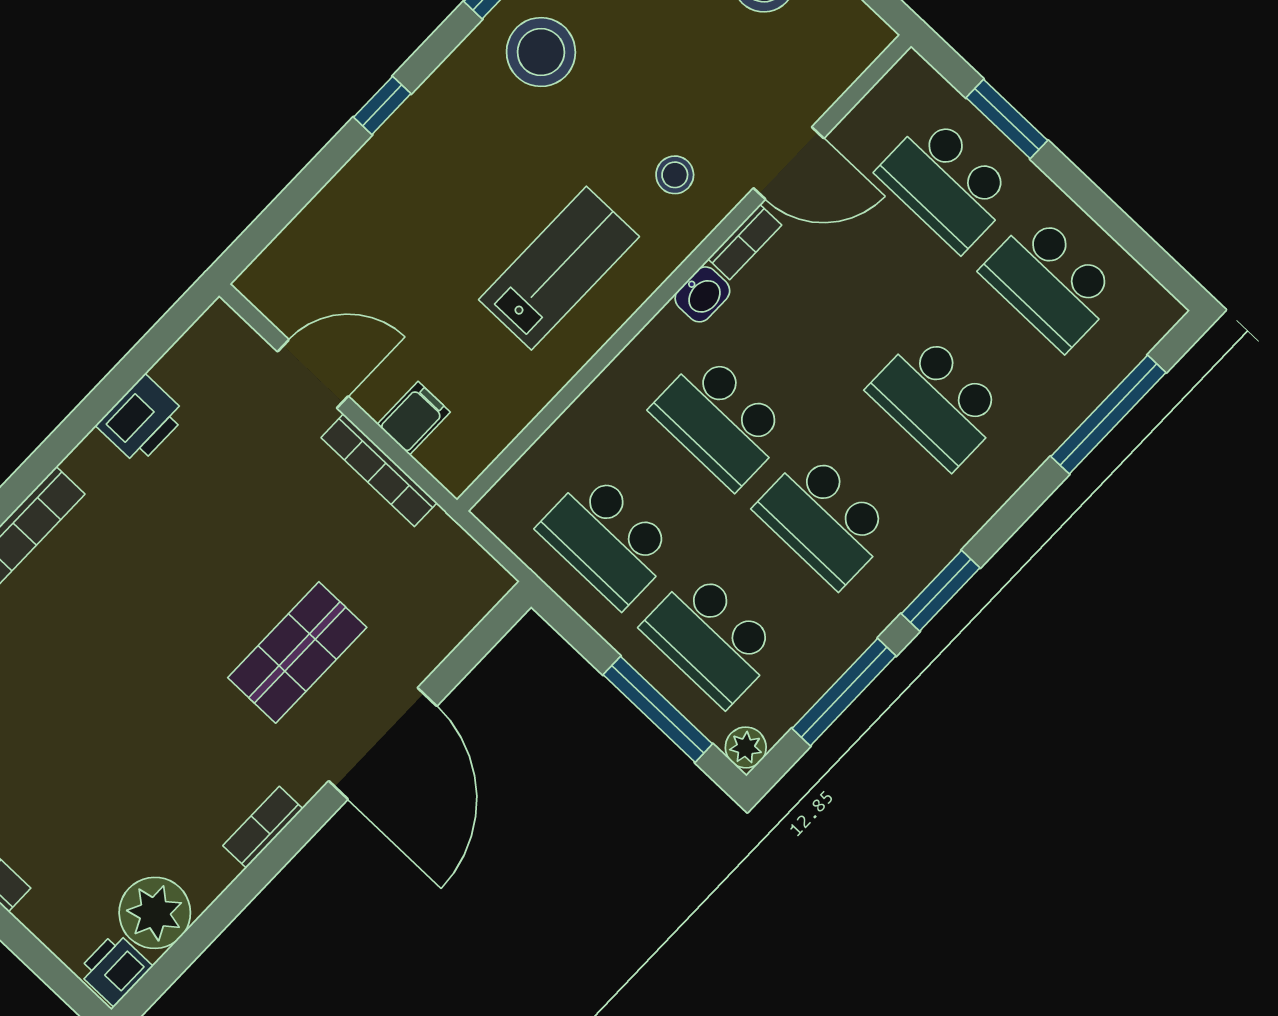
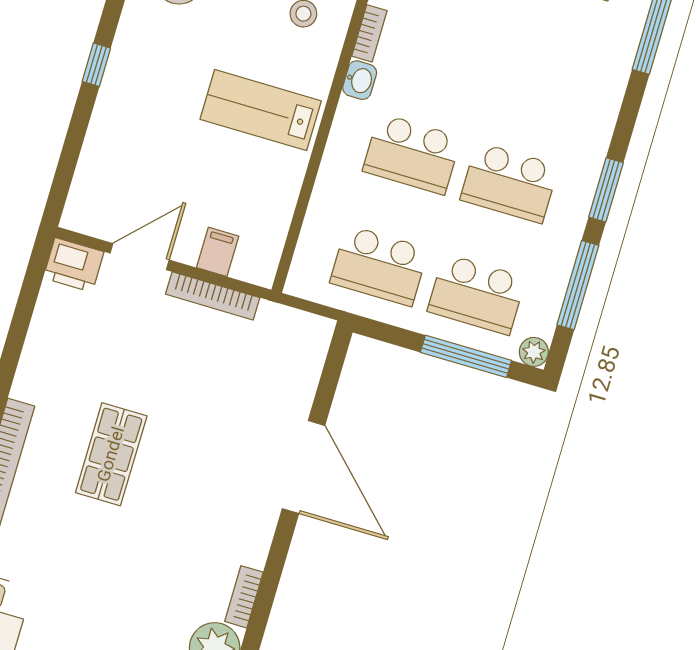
lab bench: (559, 268) -> (261, 110), turned -90
school desk: (937, 401) -> (542, 71), removed
printer: (142, 420) -> (74, 265), moved, turned 90
shop shelf: (297, 652) -> (111, 454), moved
bookcase: (263, 827) -> (244, 597), moved

